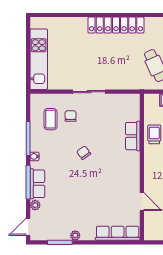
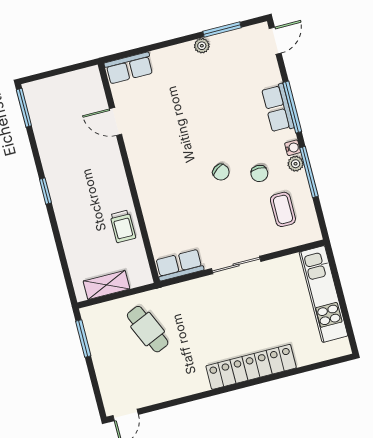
locker: (116, 25) -> (251, 367), moved
chair: (71, 116) -> (259, 173), moved
row of seats: (133, 136) -> (179, 265), moved, turned -90
plant: (35, 205) -> (296, 164), moved
row of seats: (118, 233) -> (129, 68), width x0.68

